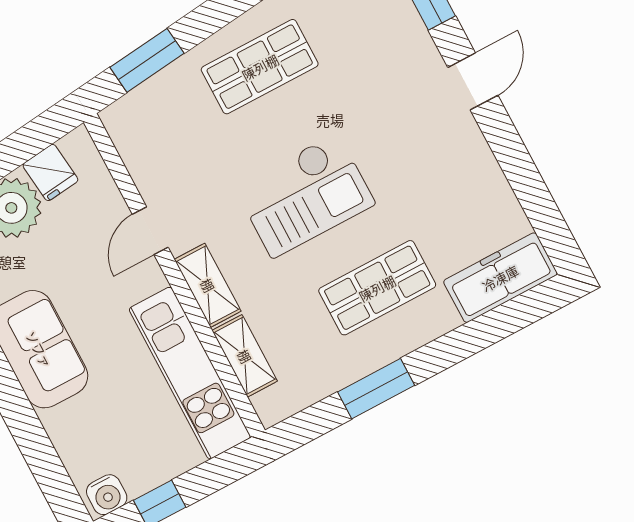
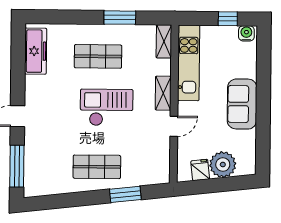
window: (147, 60) -> (125, 194), moved
freezer: (500, 278) -> (36, 51), moved, turned -90
shelving: (245, 356) -> (164, 41), moved

